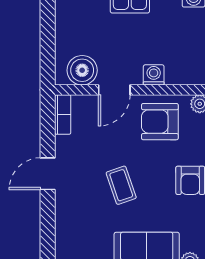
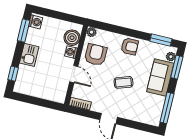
boiler: (82, 70) -> (72, 38), moved
armchair: (160, 122) -> (96, 55), turned 180

